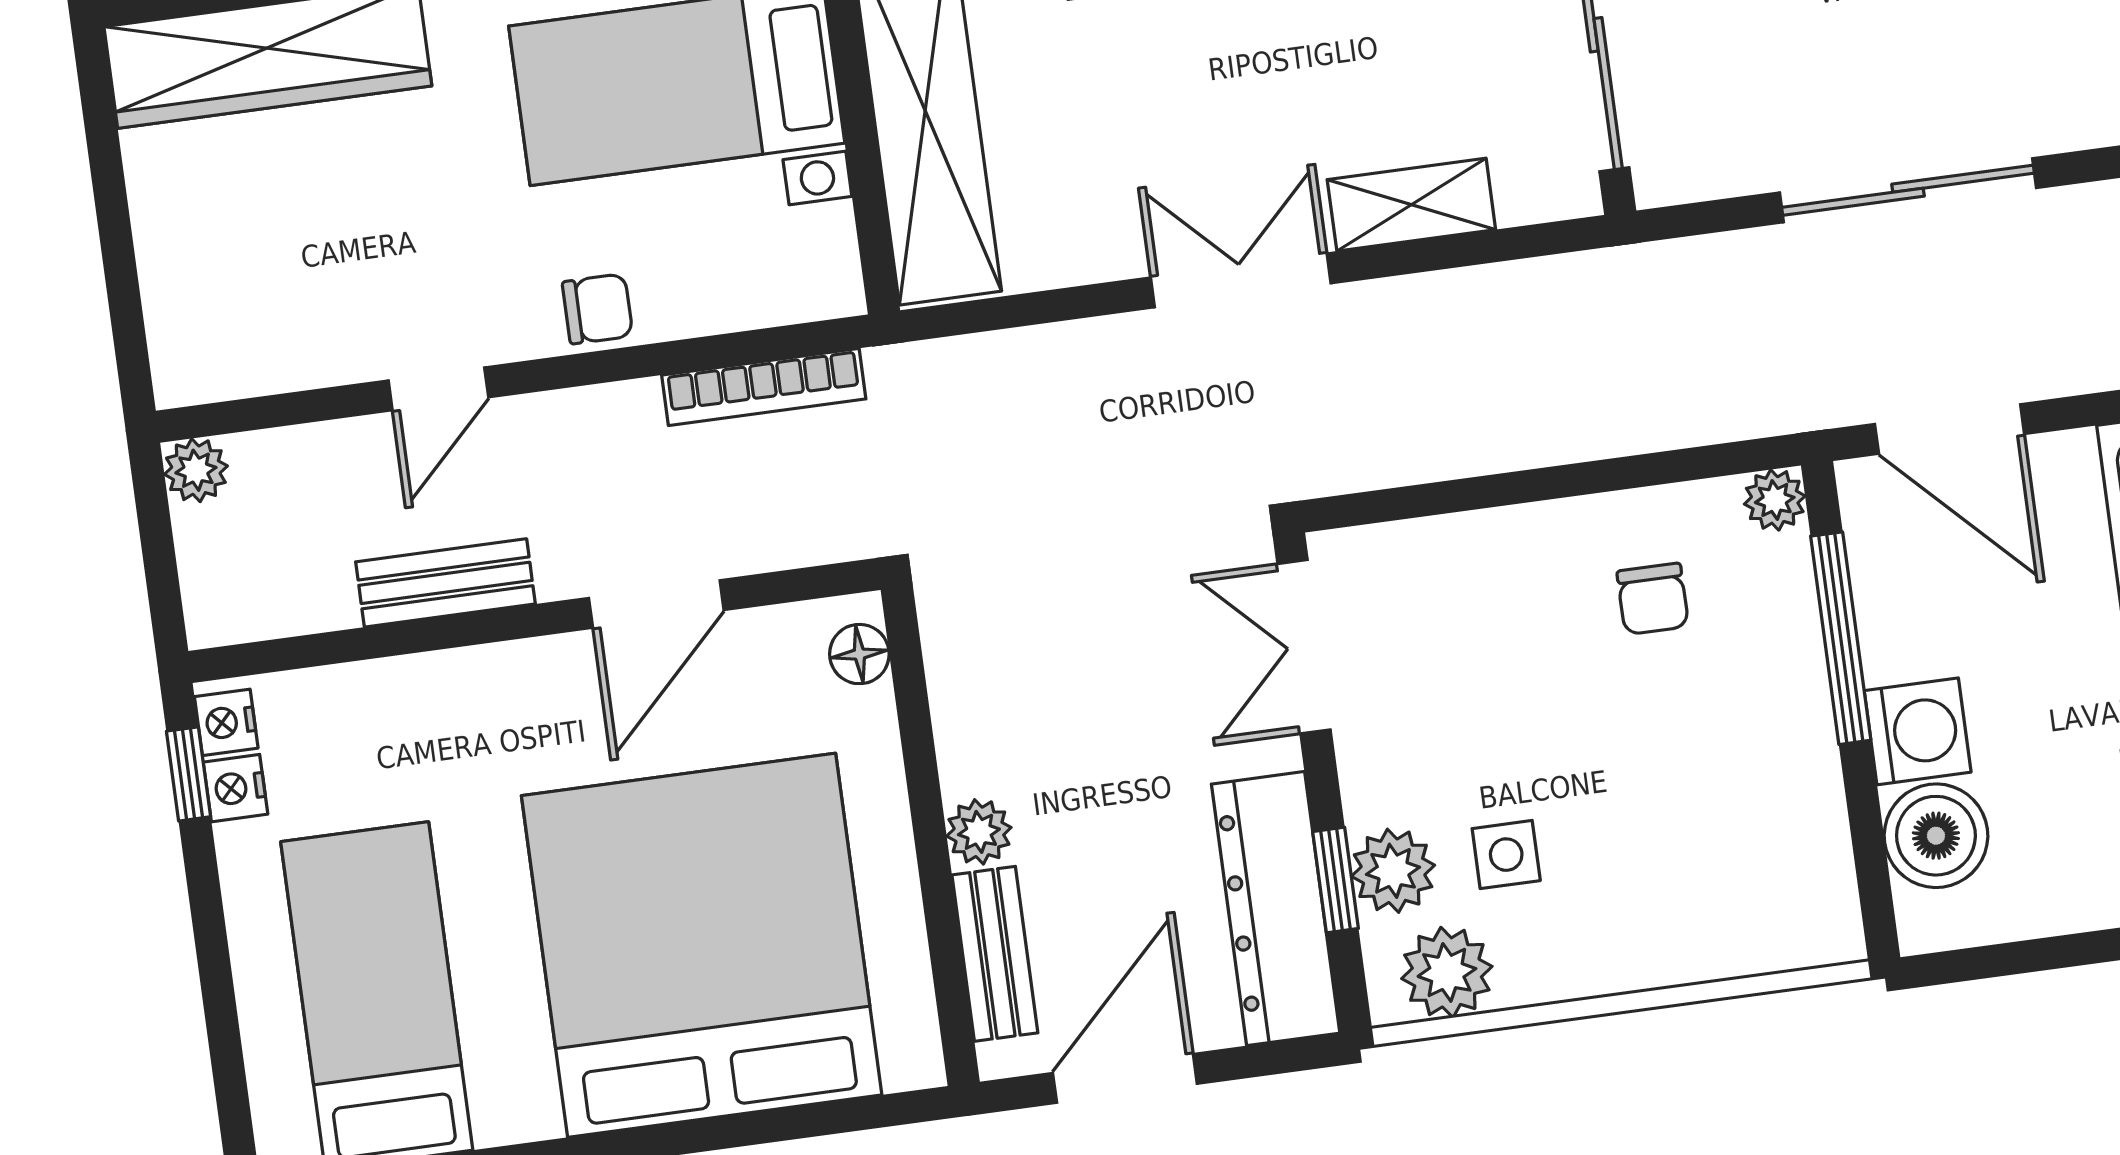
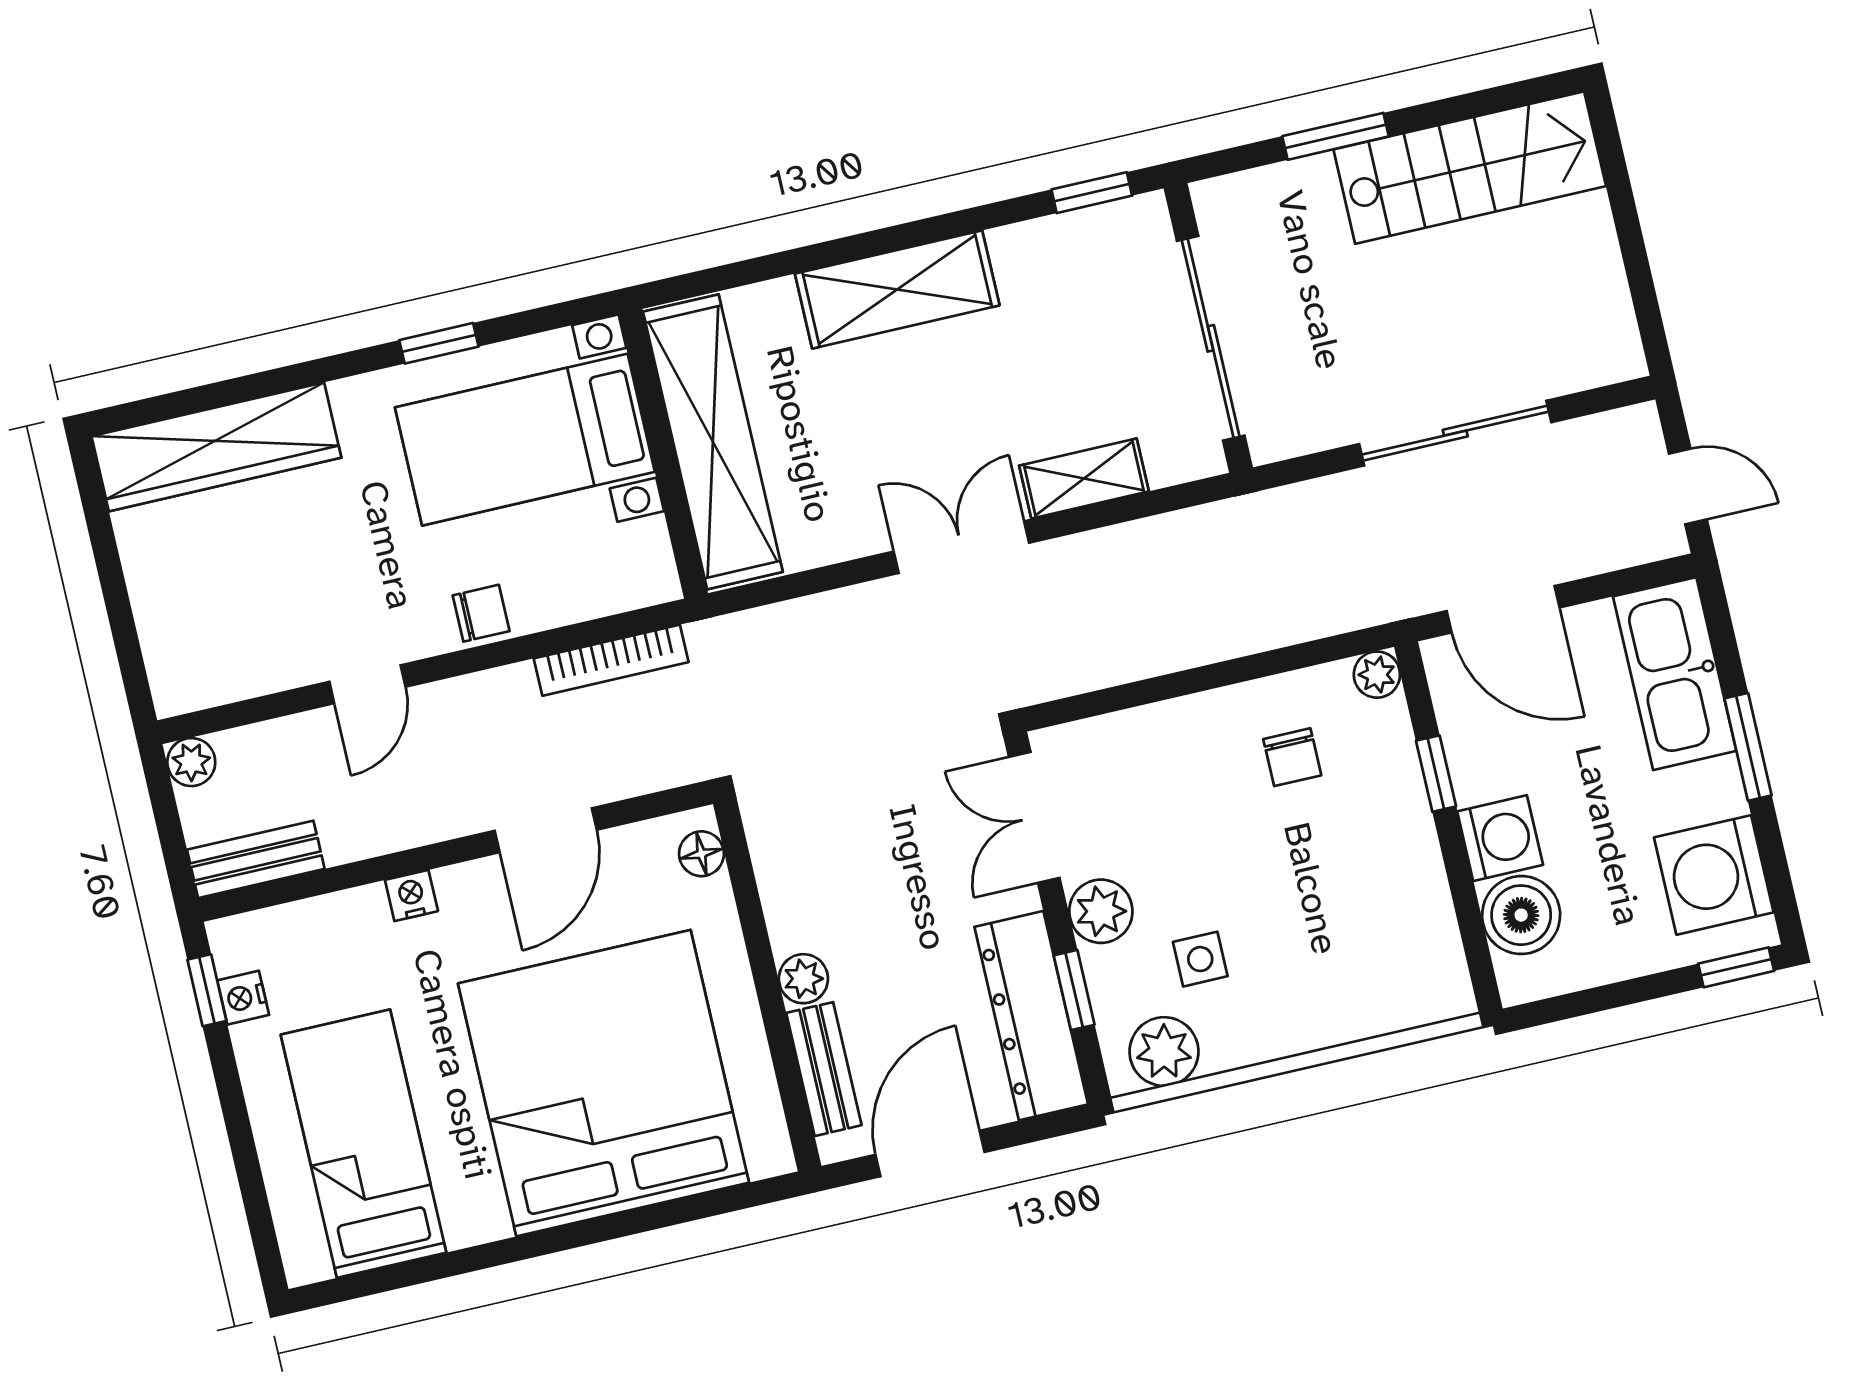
bench: (445, 583) -> (256, 859), moved
window: (1841, 638) -> (1436, 774), width x0.46
nightstand: (226, 722) -> (411, 896), moved, turned 90
plant: (1393, 871) -> (1101, 911), moved

